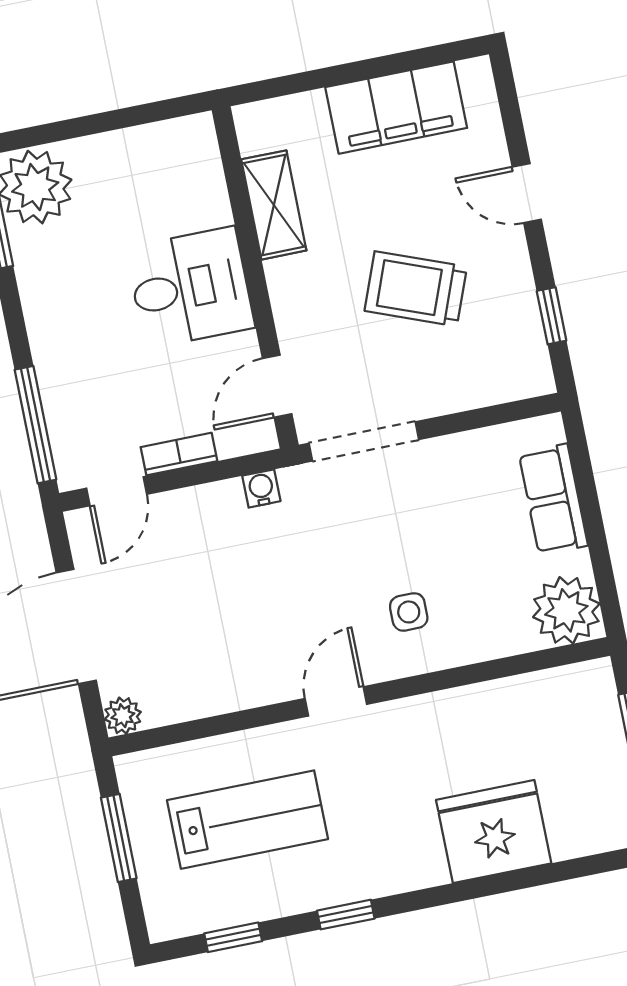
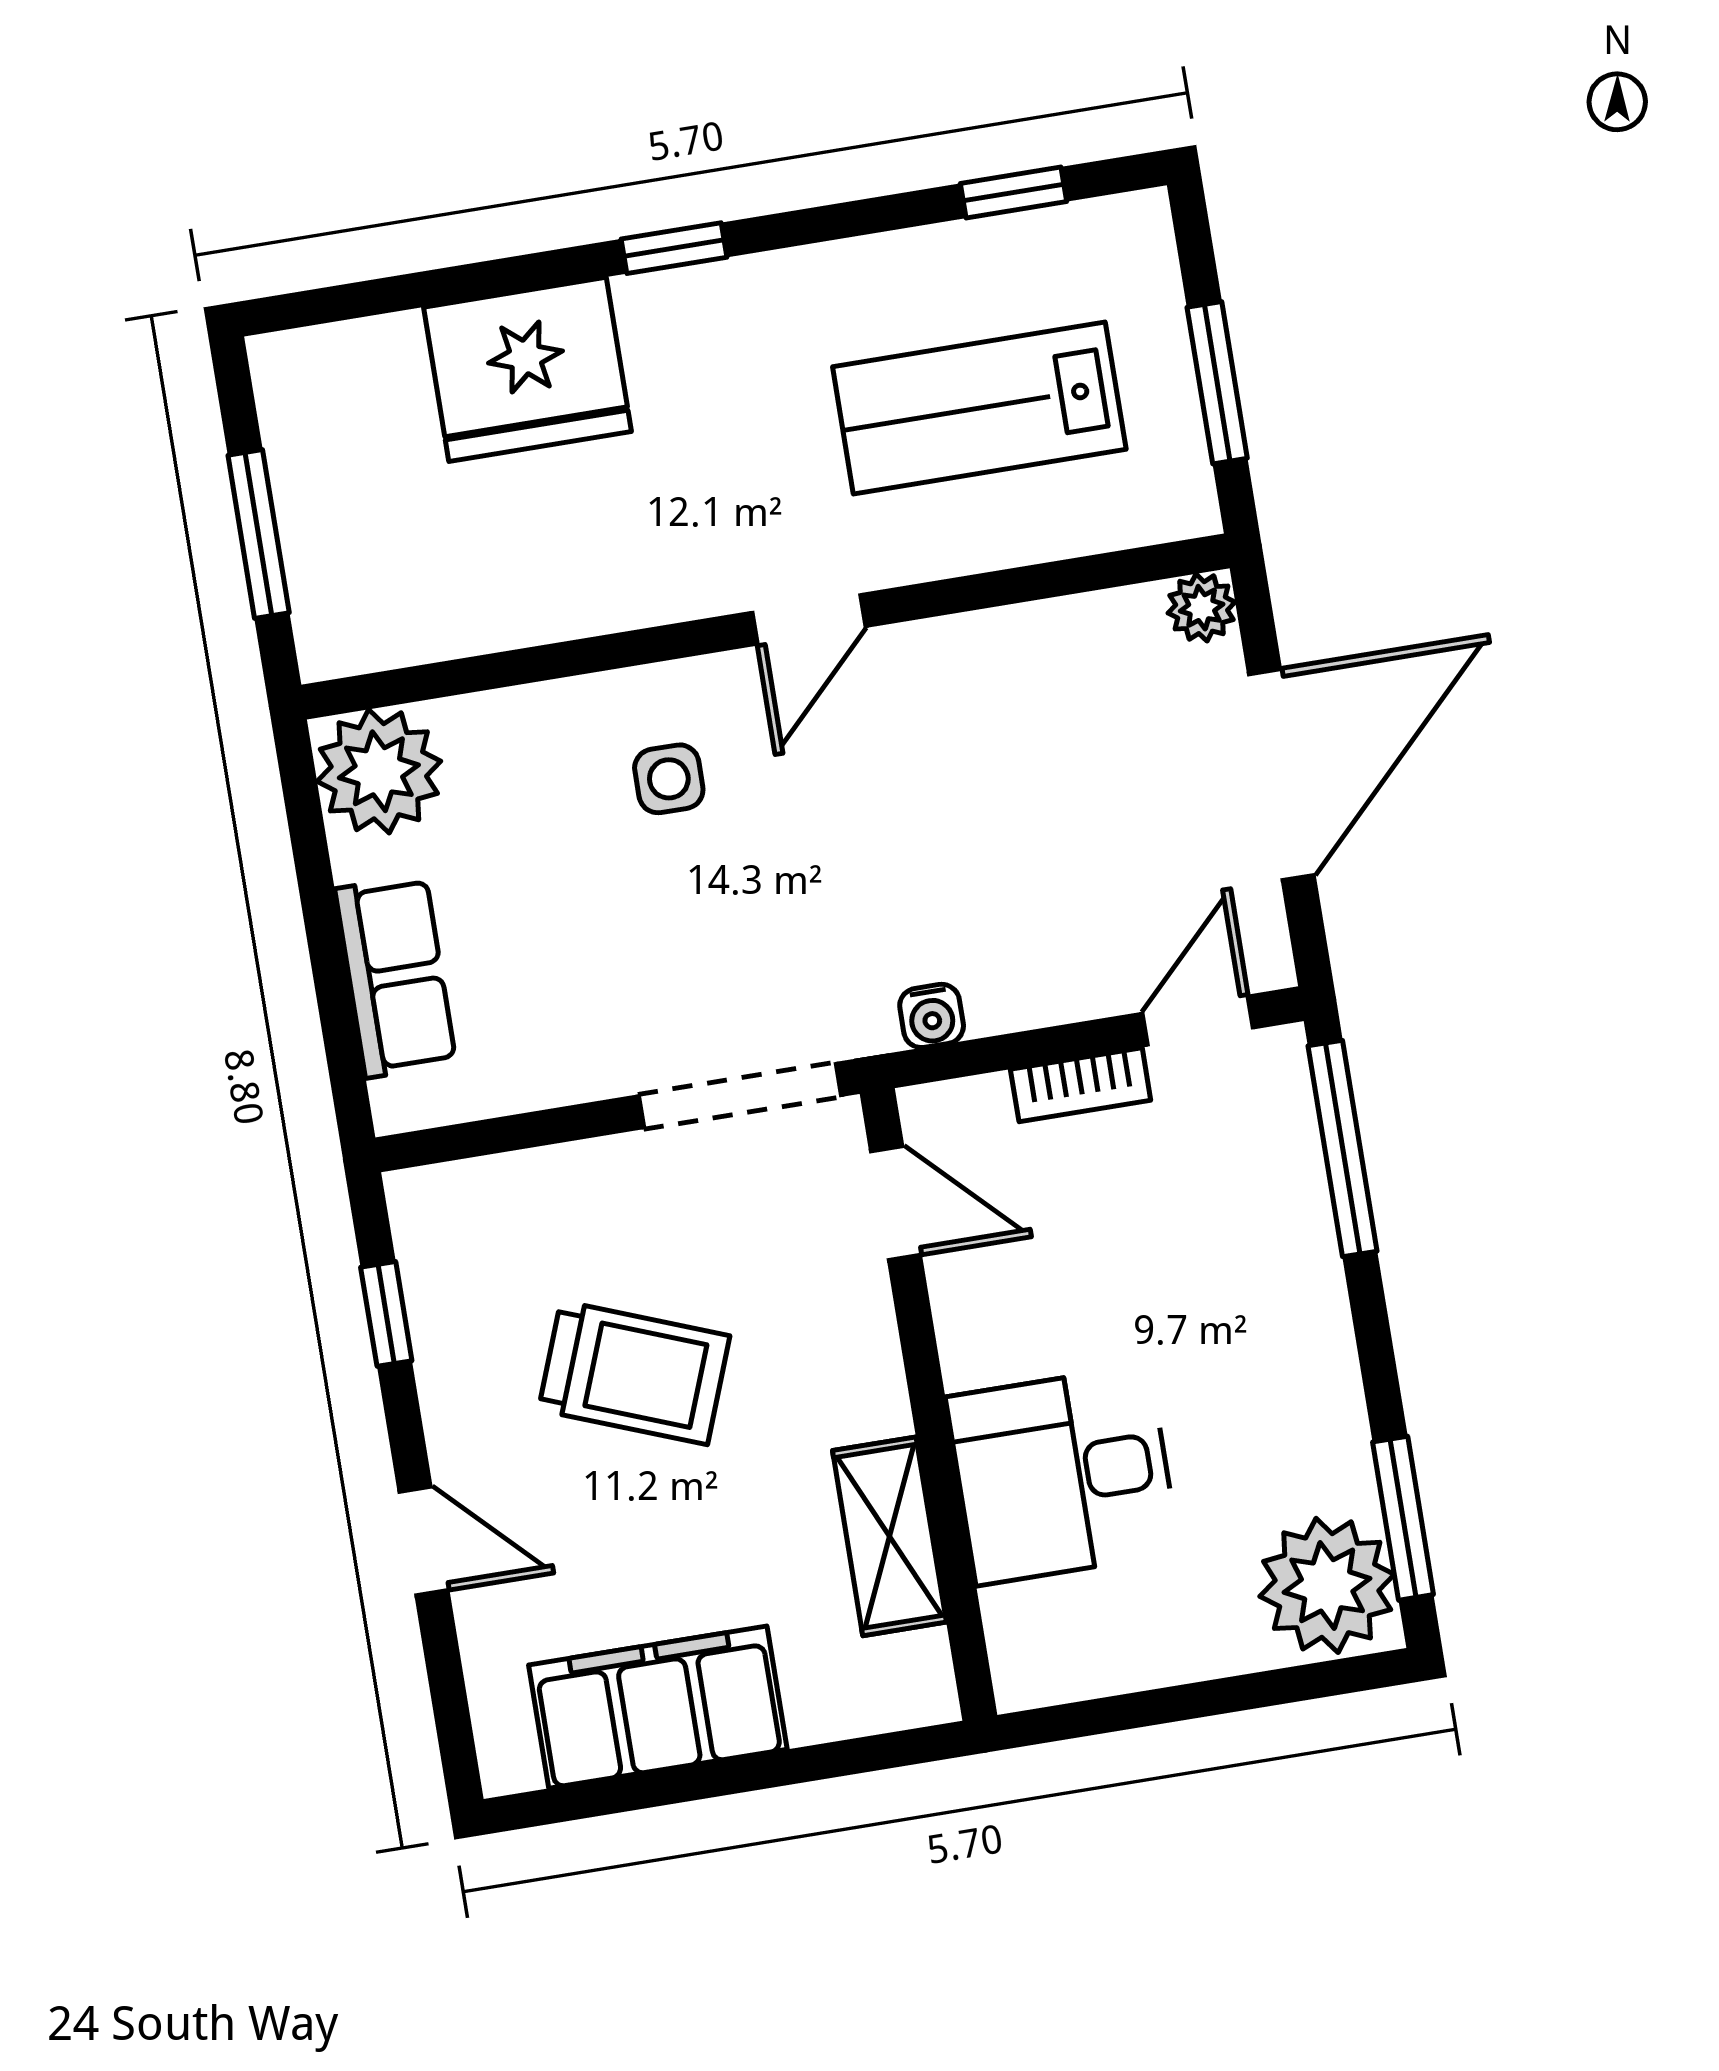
desk: (190, 288) -> (1063, 1475), moved
door: (277, 386) -> (896, 1203), hinge flipped
window: (346, 915) -> (674, 248), moved

